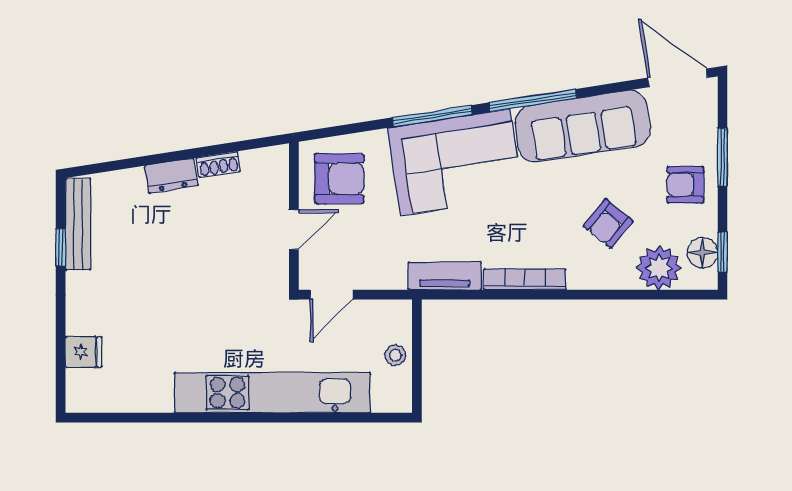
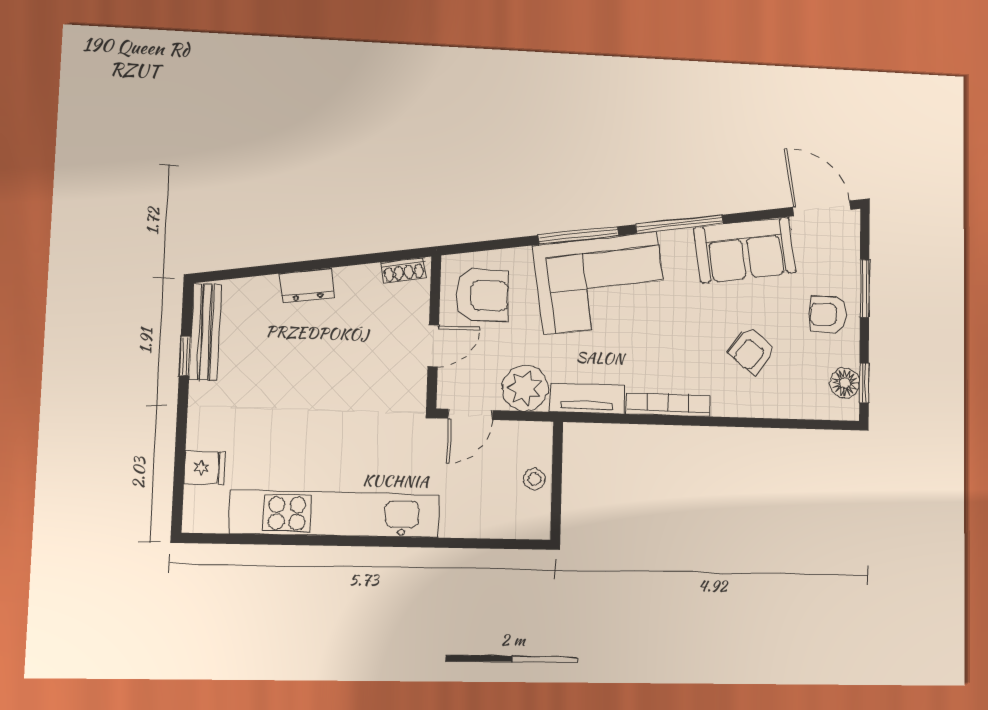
sofa: (583, 126) -> (745, 250), width x0.73
shoe rack: (218, 164) -> (404, 270), moved
plant: (659, 268) -> (525, 388), moved
kitchen unit: (273, 393) -> (335, 514), moved

